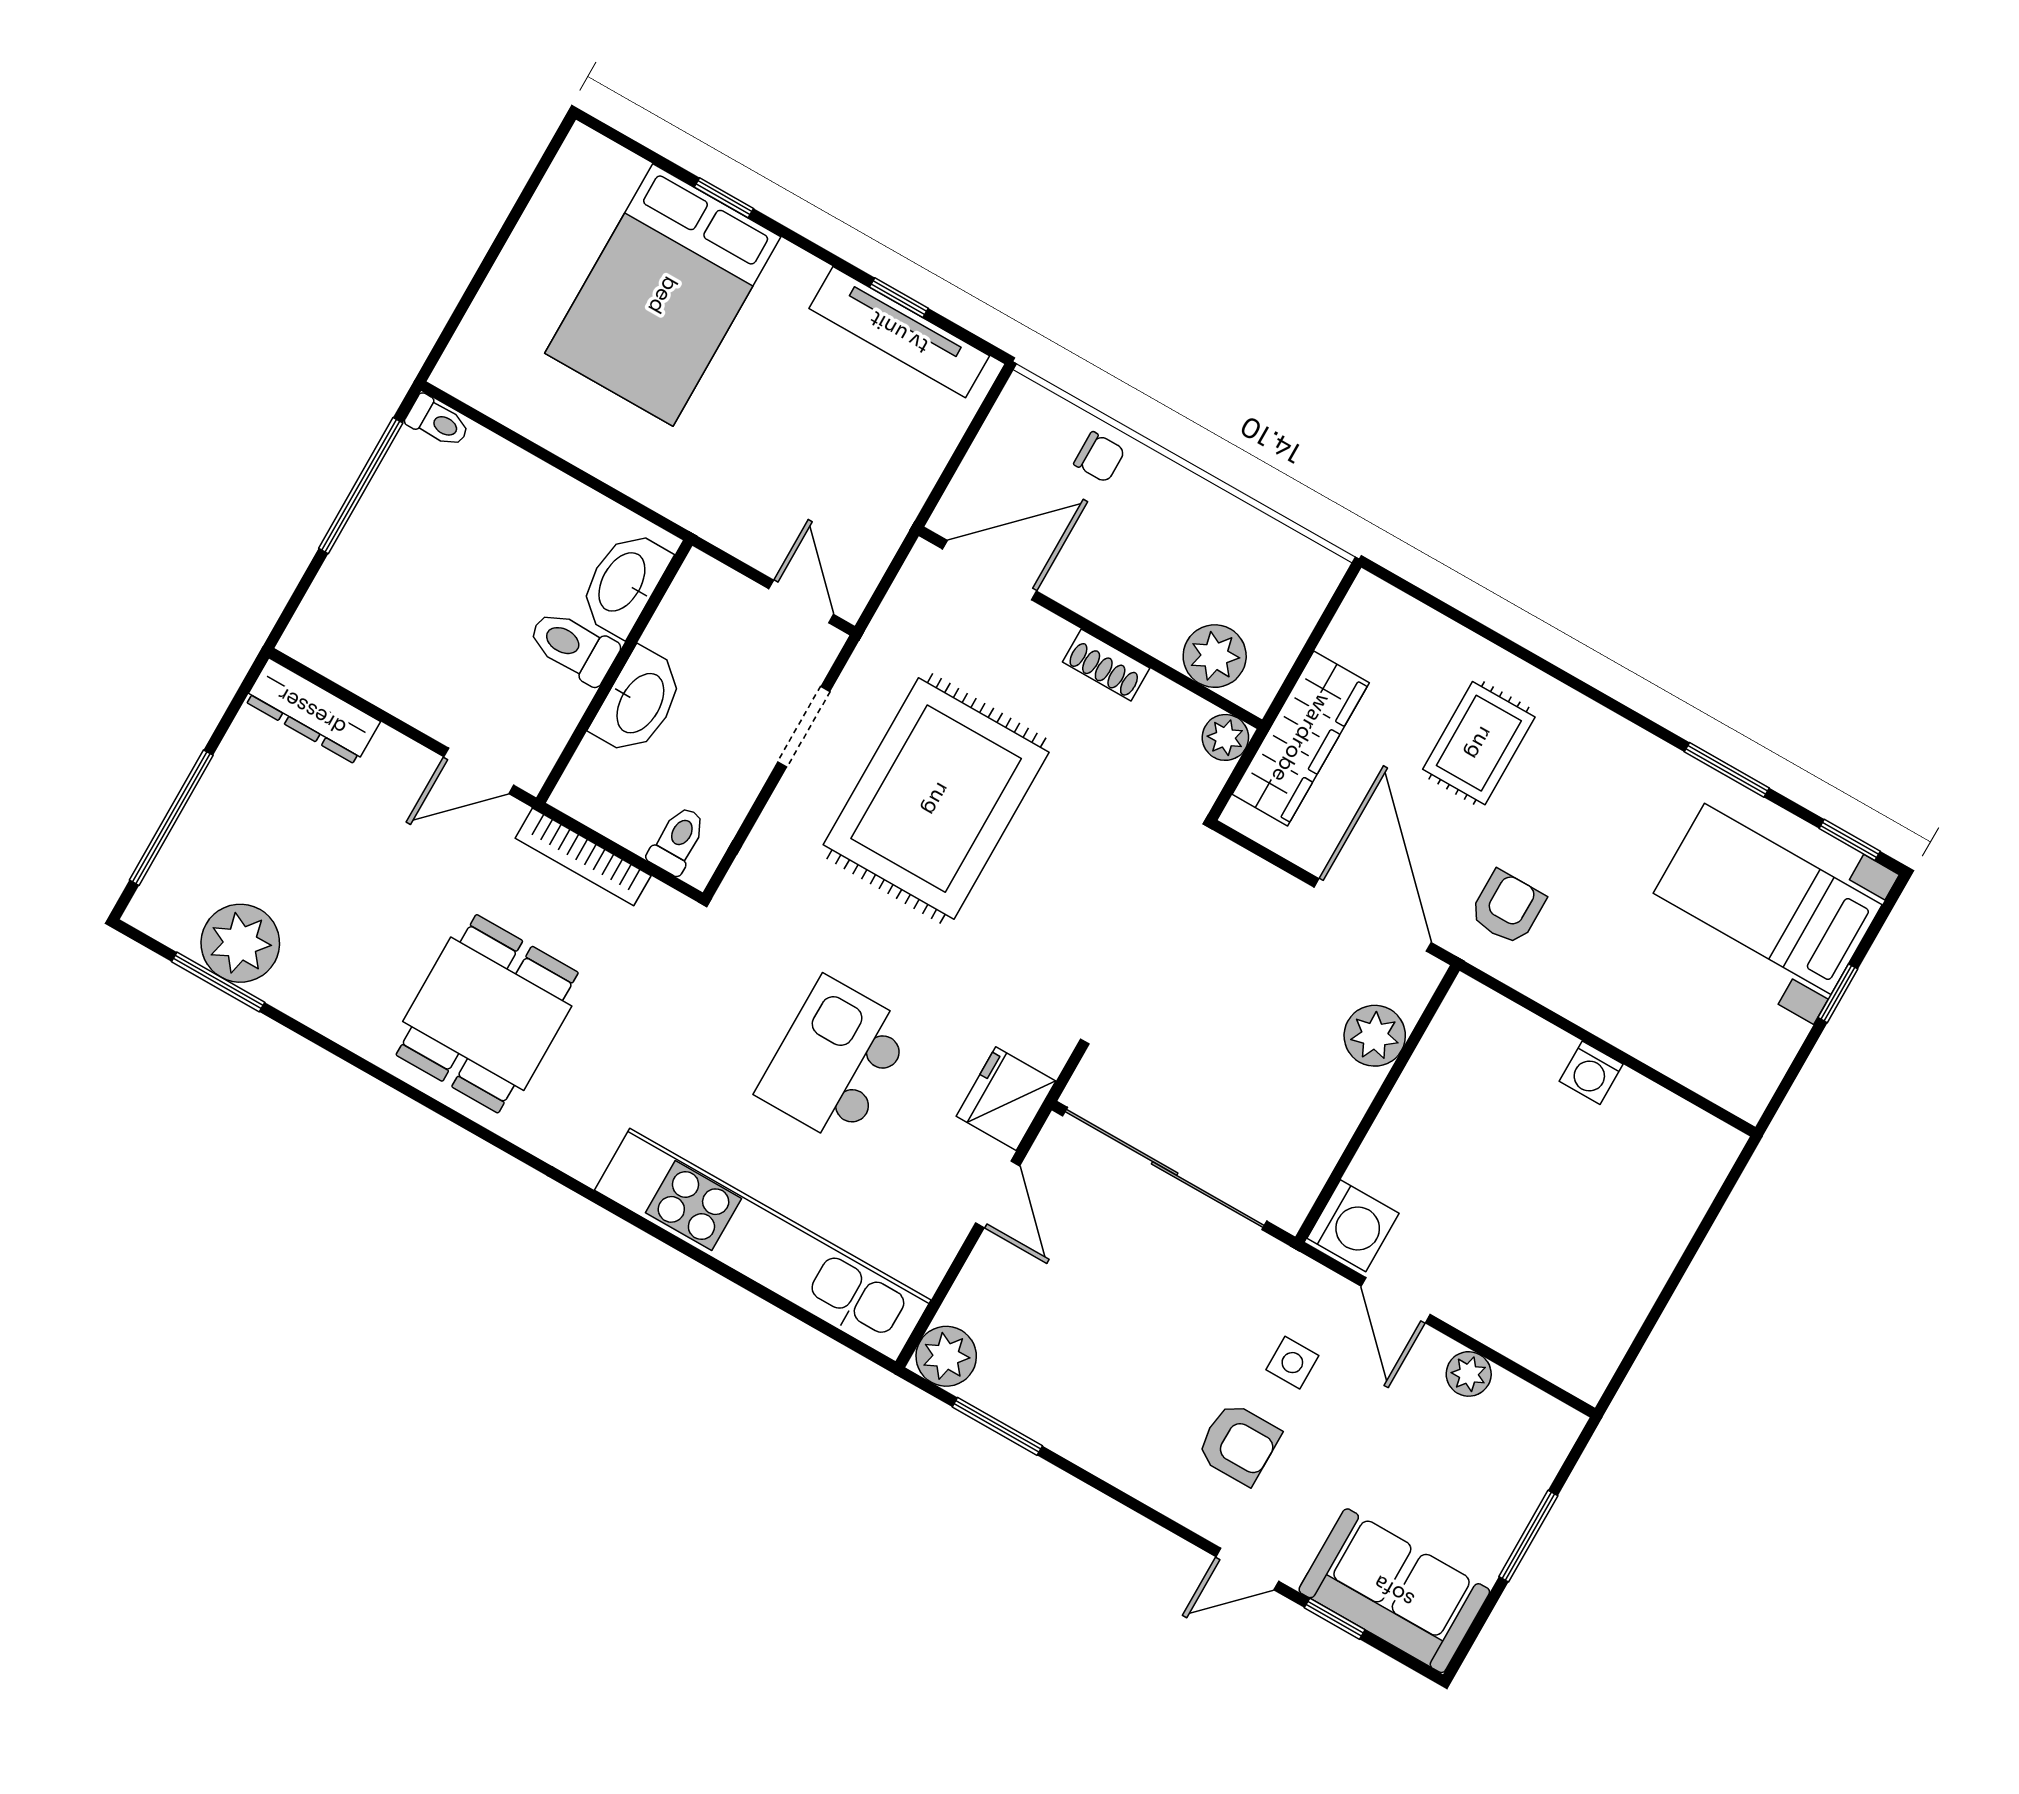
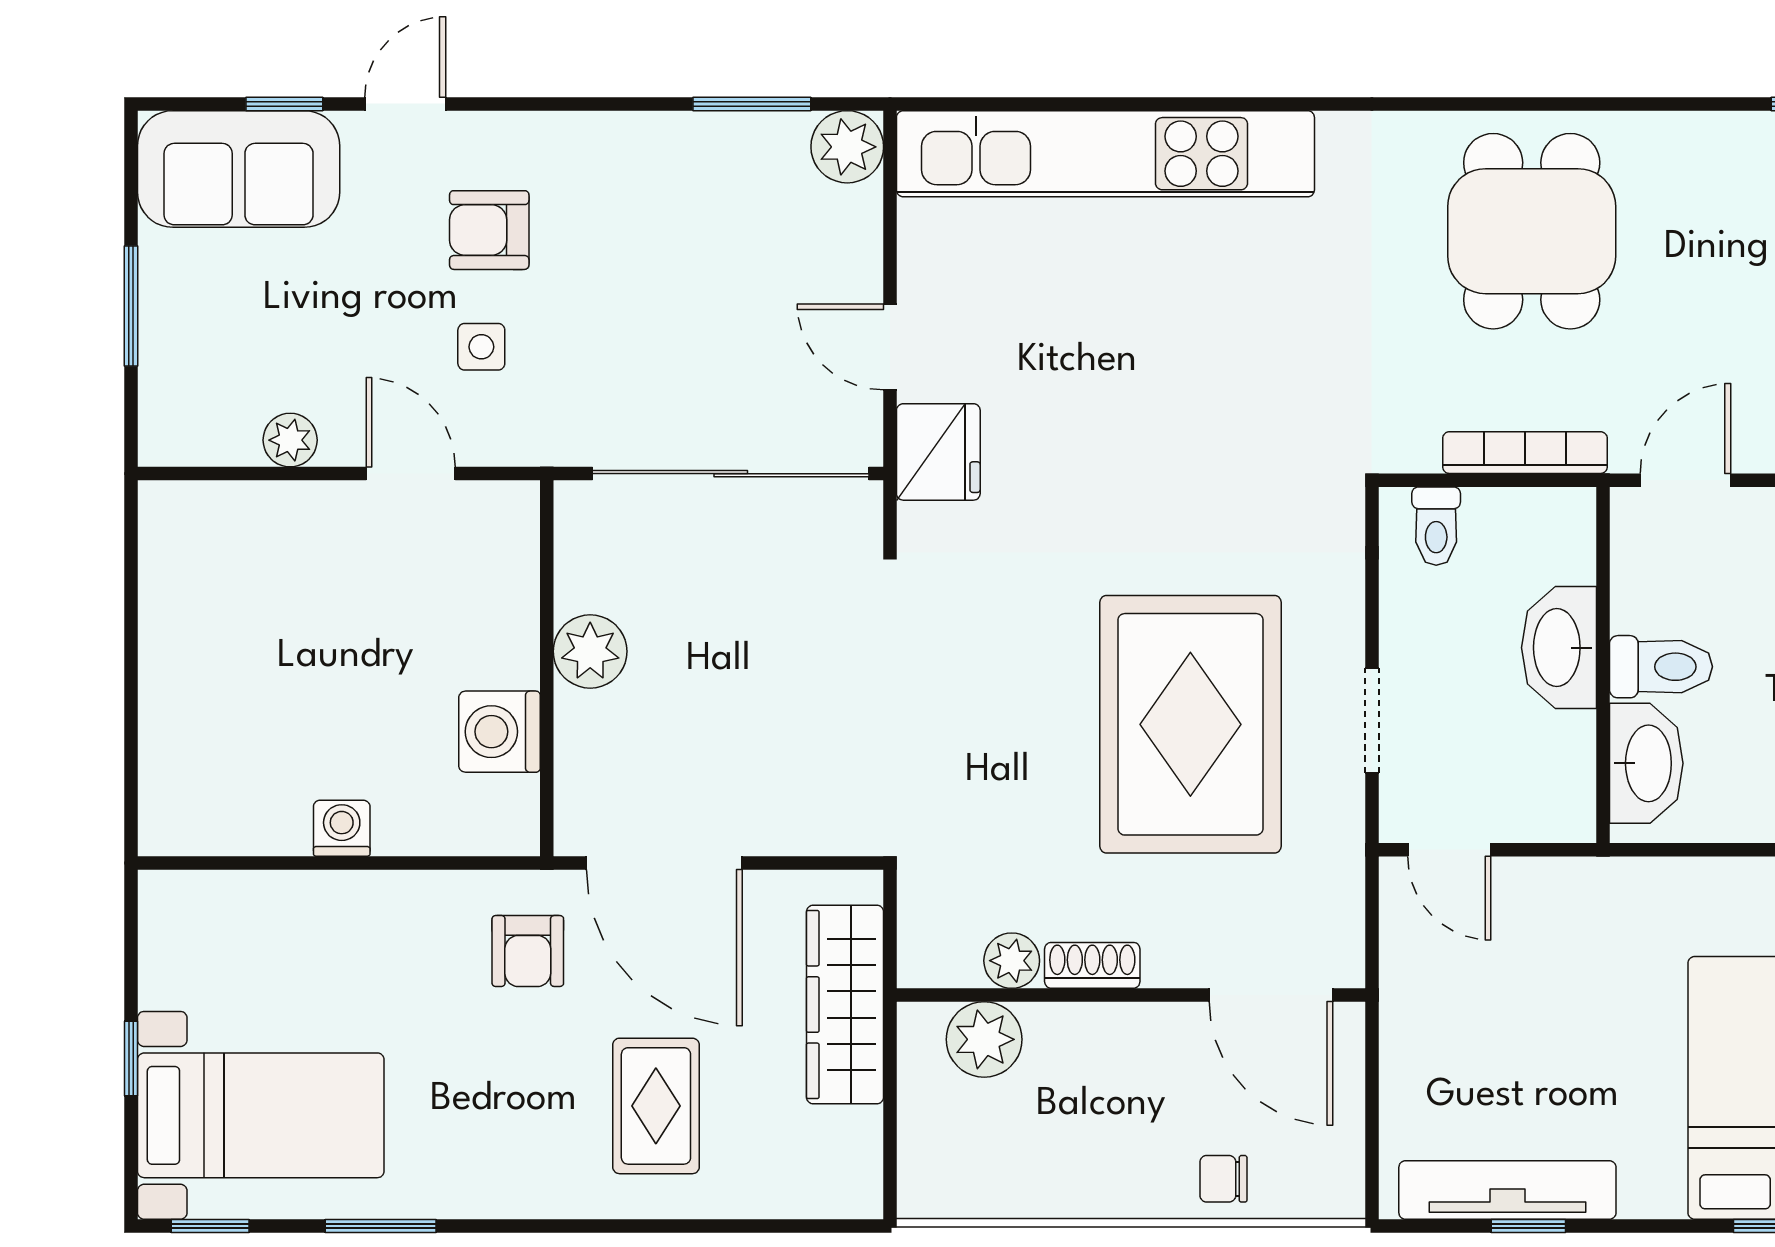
door: (990, 570) -> (1271, 995), hinge flipped
plant: (1225, 737) -> (1012, 961), moved
plant: (1375, 1036) -> (590, 651), moved
kitchen island: (835, 1060) -> (1141, 390), removed
washing machine: (1353, 1226) -> (500, 732), moved

